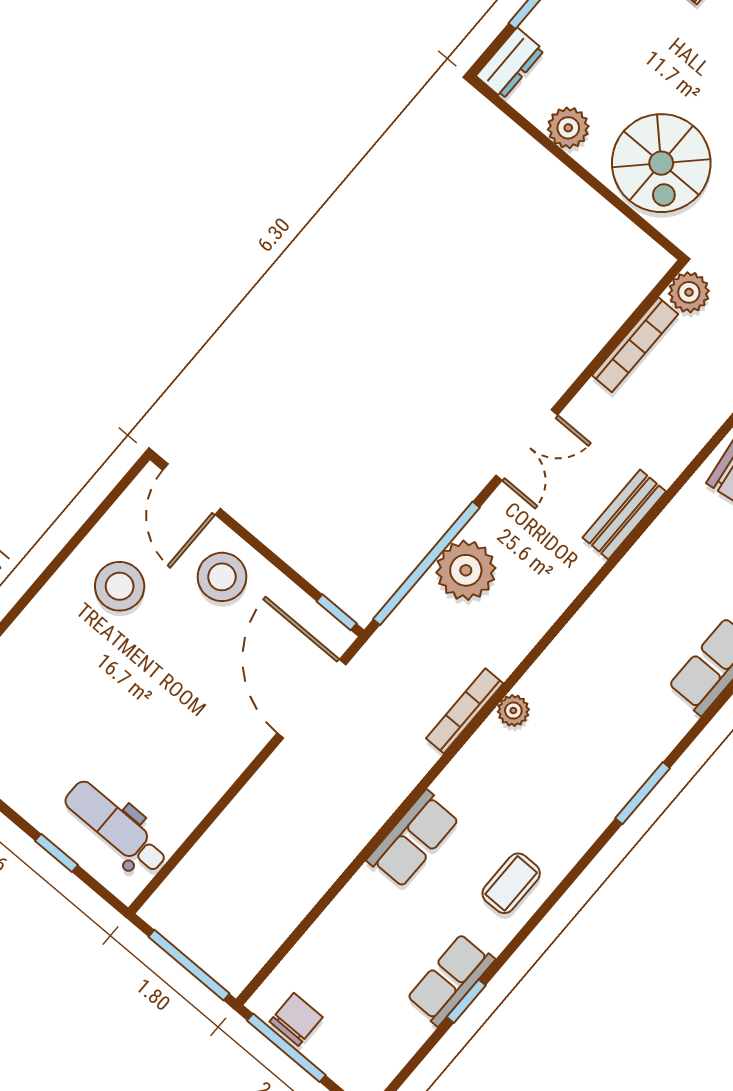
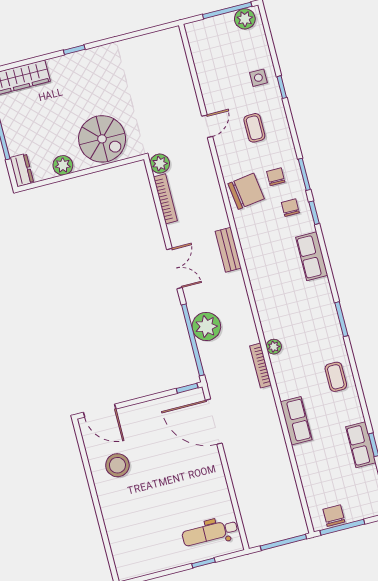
stool: (222, 577) -> (142, 423), removed
coffee table: (511, 883) -> (336, 377), moved

